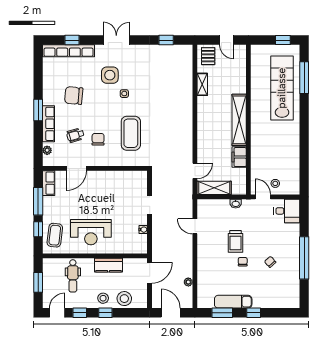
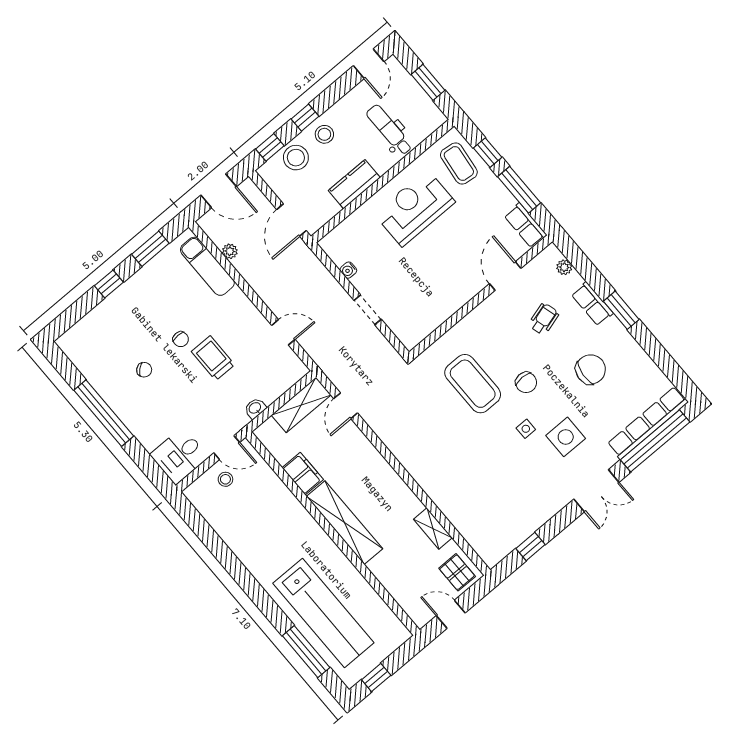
window: (72, 40) -> (655, 441), width x3.17
row of seats: (49, 124) -> (592, 304), width x0.68
chair: (98, 139) -> (526, 382), moved
exam couch: (233, 302) -> (207, 266), moved, turned 90
window: (80, 313) -> (270, 147), moved

